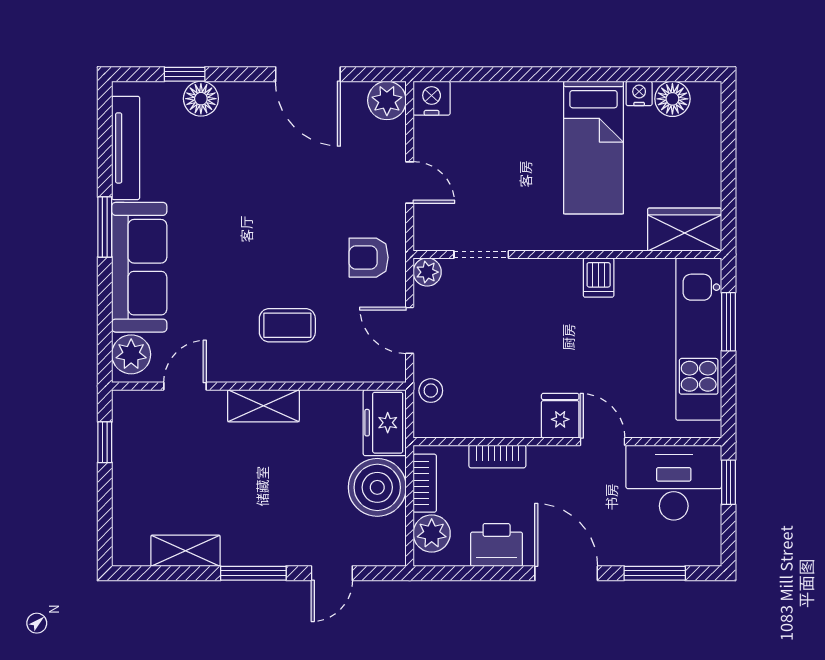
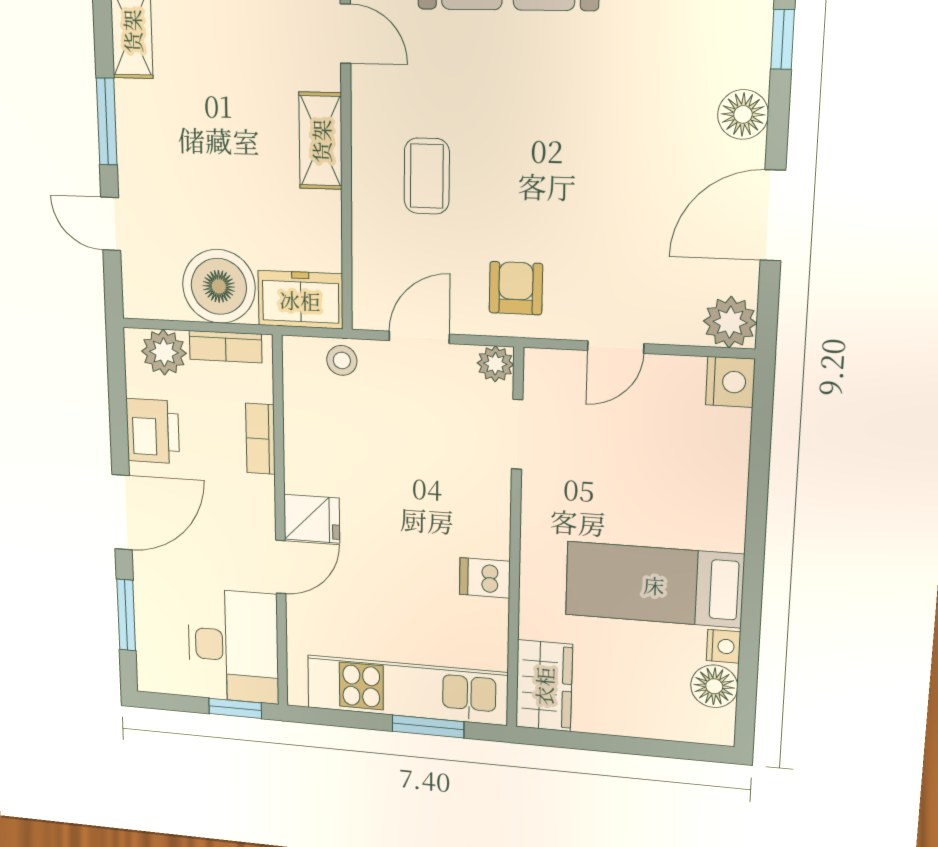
floor lamp: (201, 99) -> (743, 114), moved

